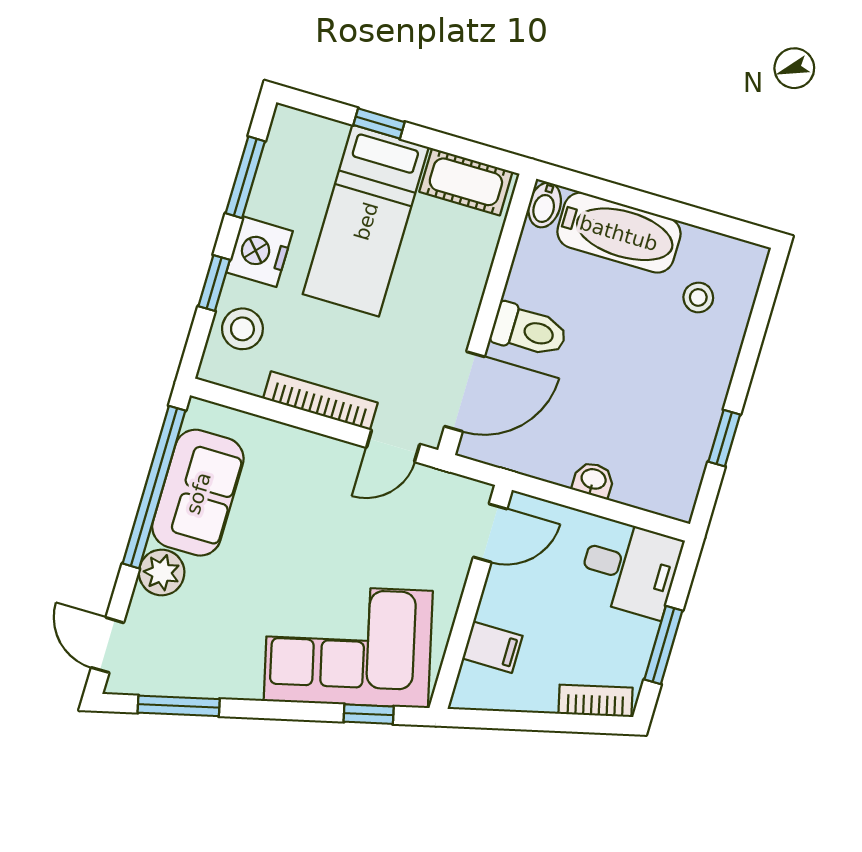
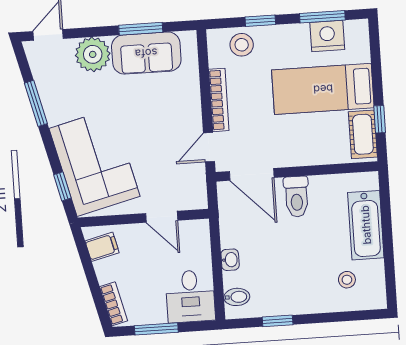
window: (379, 123) -> (380, 119), moved
bidet: (545, 205) -> (237, 297), moved, turned 180
nightstand: (260, 252) -> (327, 36), moved
door: (393, 446) -> (209, 147), hinge flipped
window: (154, 487) -> (141, 29), width x0.47
door: (490, 533) -> (162, 217), moved
plant: (162, 572) -> (93, 54), width x1.36, depth x1.36
filing cabinet: (492, 647) -> (102, 247), moved, turned -104
window: (179, 706) -> (36, 103), moved

